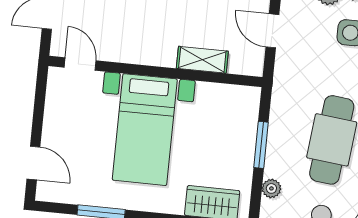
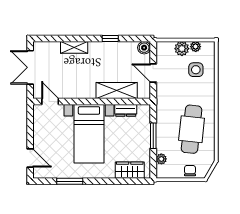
shelving: (202, 60) -> (117, 90), width x1.50, depth x1.33
dresser: (216, 94) -> (126, 110), added

